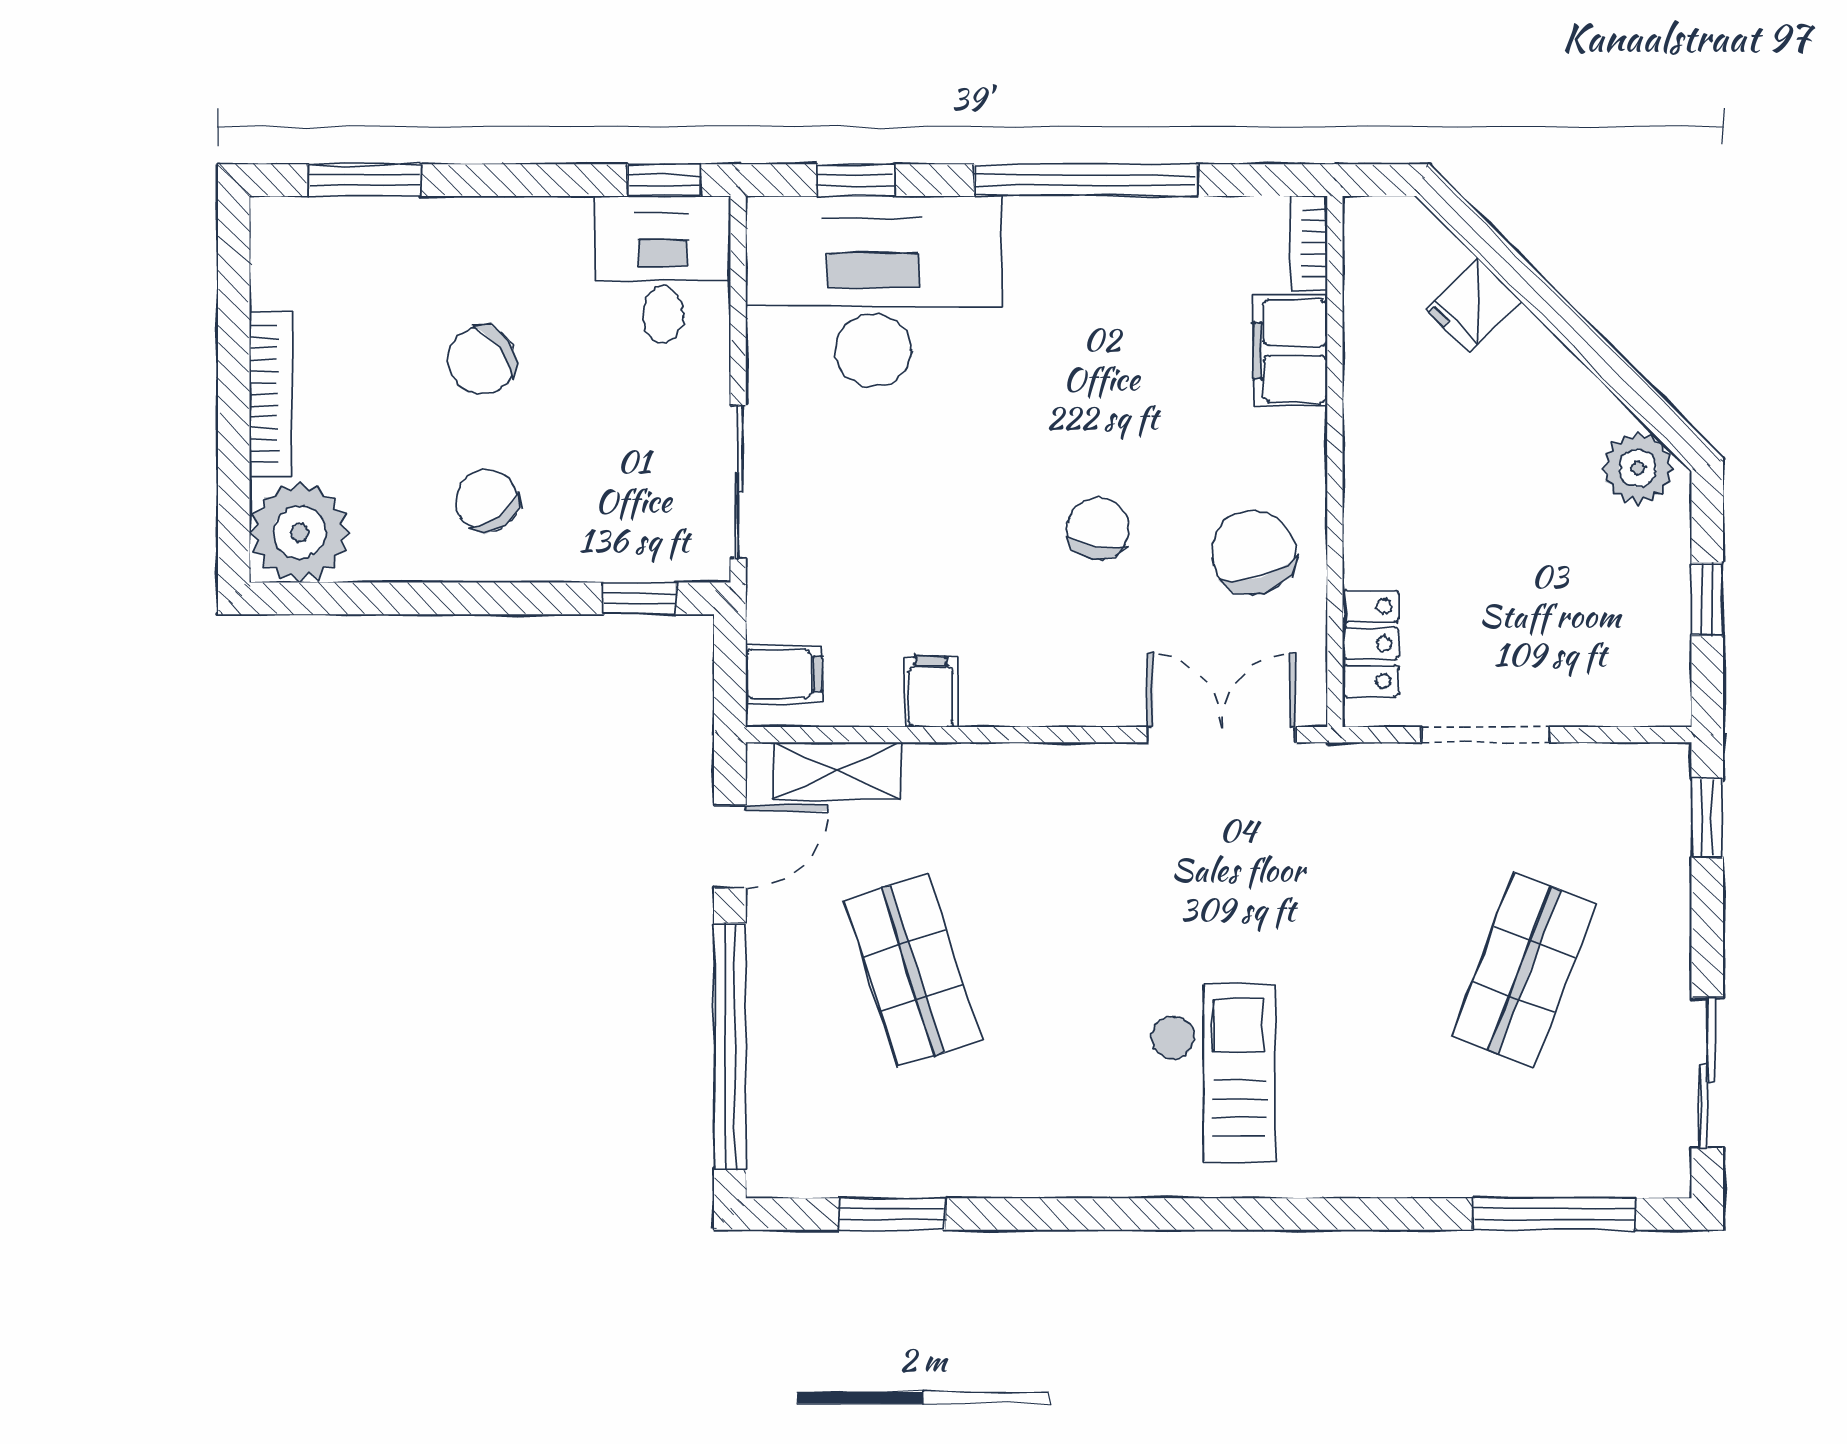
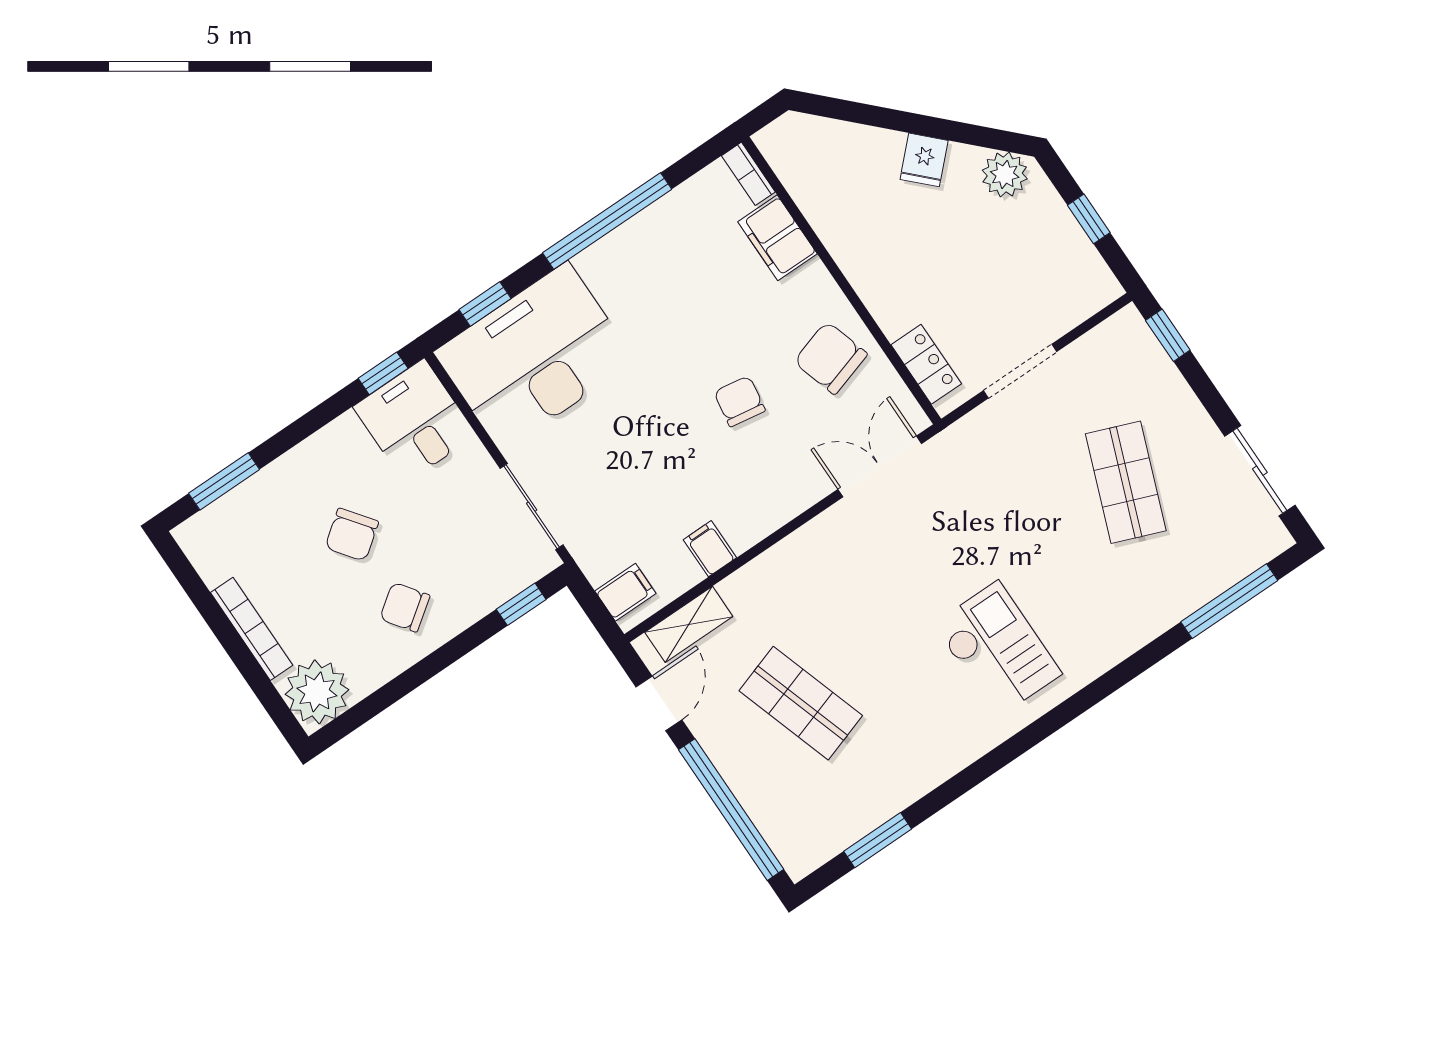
fridge: (1473, 305) -> (924, 160), moved

